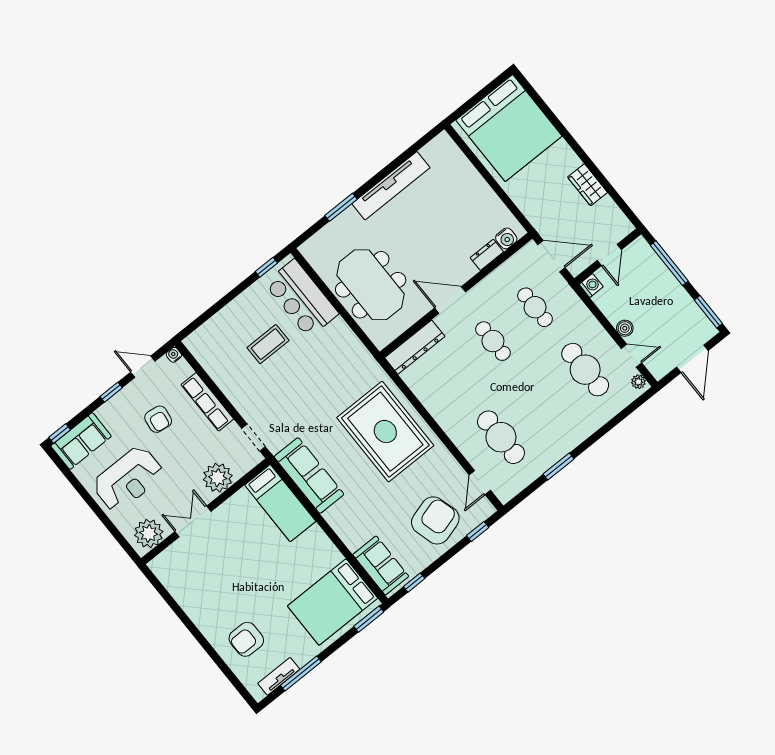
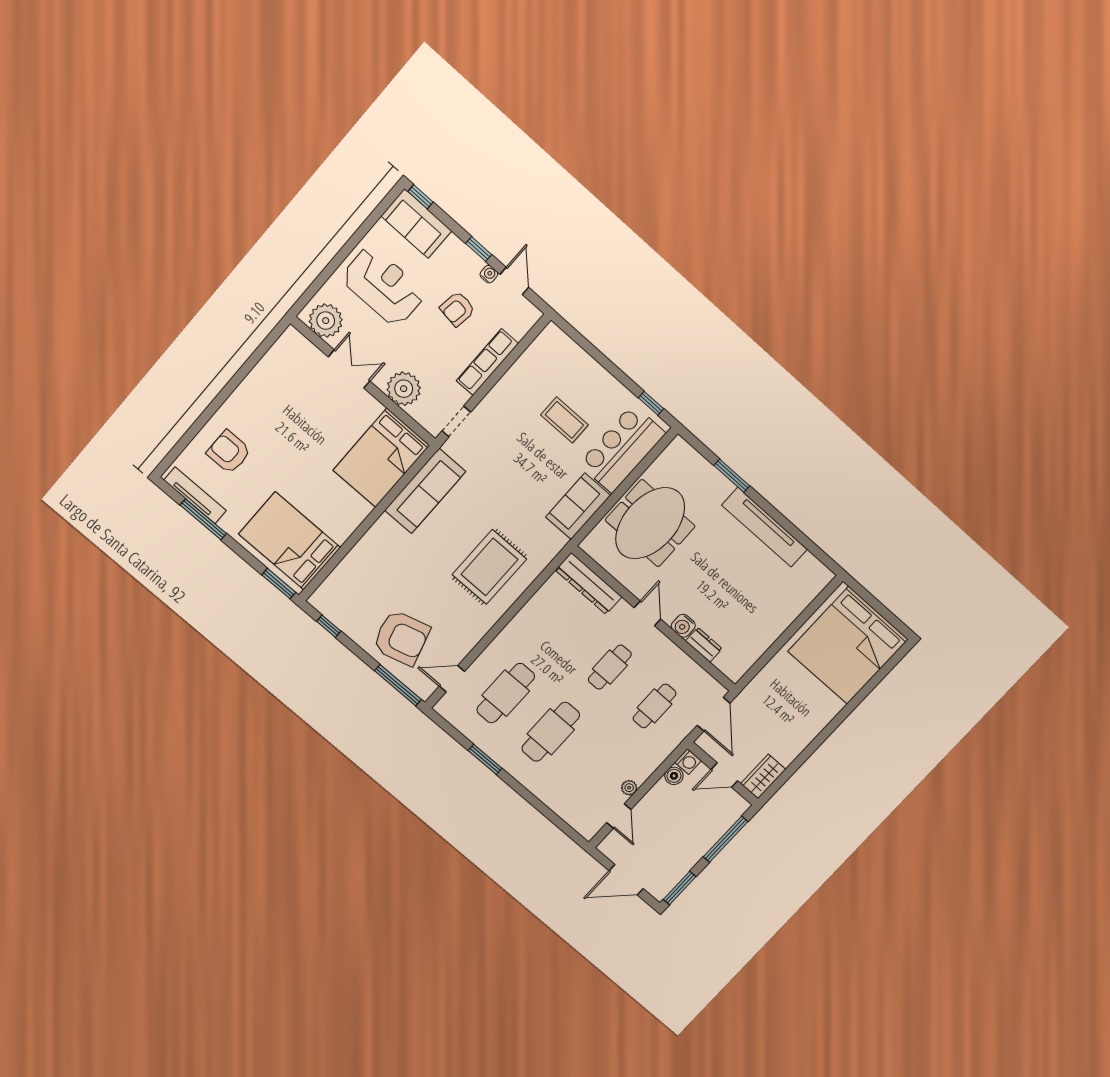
wardrobe: (588, 185) -> (763, 776), moved
water cooler: (506, 238) -> (683, 626), moved
door: (450, 300) -> (647, 613), width x0.73
boiler: (625, 328) -> (674, 776), moved
water cooler: (174, 355) -> (489, 274), moved
cafe table: (585, 370) -> (551, 732), moved
plant: (638, 382) -> (629, 788), moved
rug: (385, 432) -> (489, 567), width x0.73, depth x0.69
reception desk: (128, 479) -> (383, 286), turned 180
bed: (280, 503) -> (381, 458), width x1.50
window: (478, 532) -> (398, 685), width x2.17
sofa: (381, 565) -> (578, 506), moved, turned 180
tv unit: (279, 676) -> (195, 495), width x1.41

